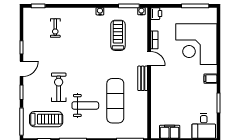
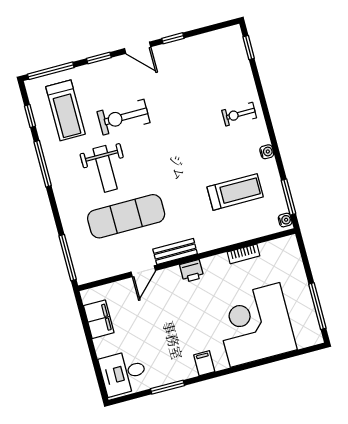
printer: (156, 14) -> (192, 271), moved
exercise bike: (55, 28) -> (239, 114), moved
door: (149, 58) -> (143, 271), moved
exercise bike: (59, 87) -> (124, 117), turned 180

